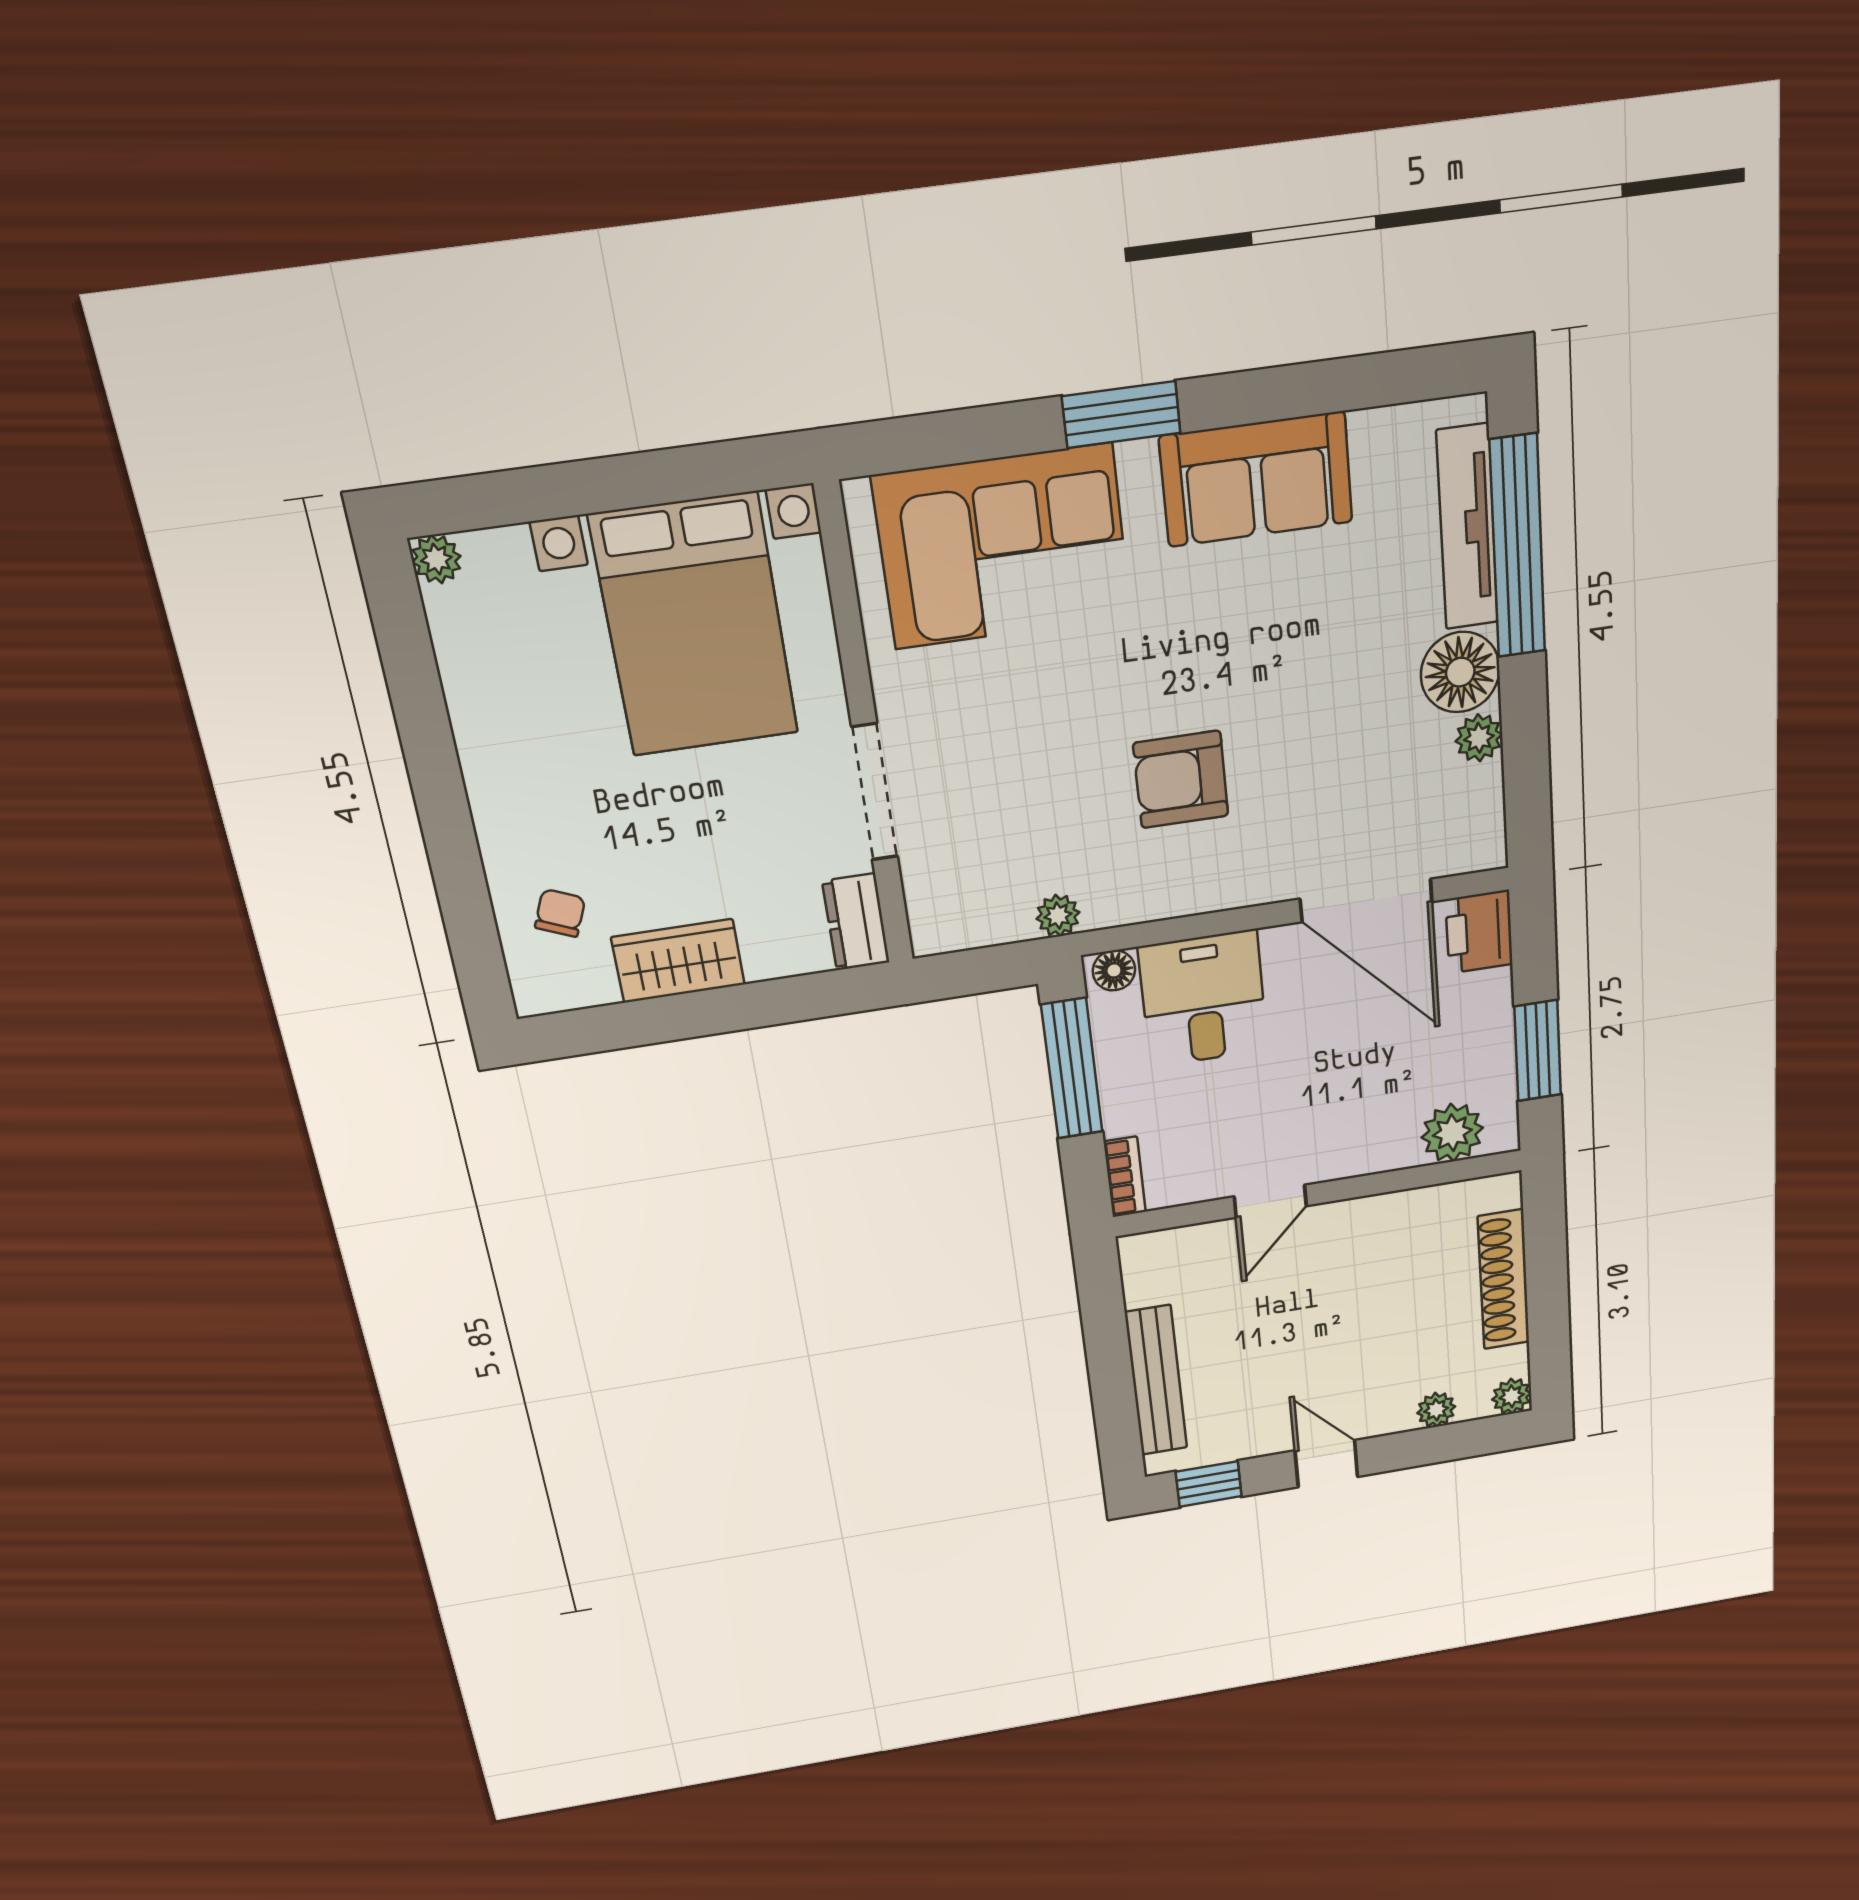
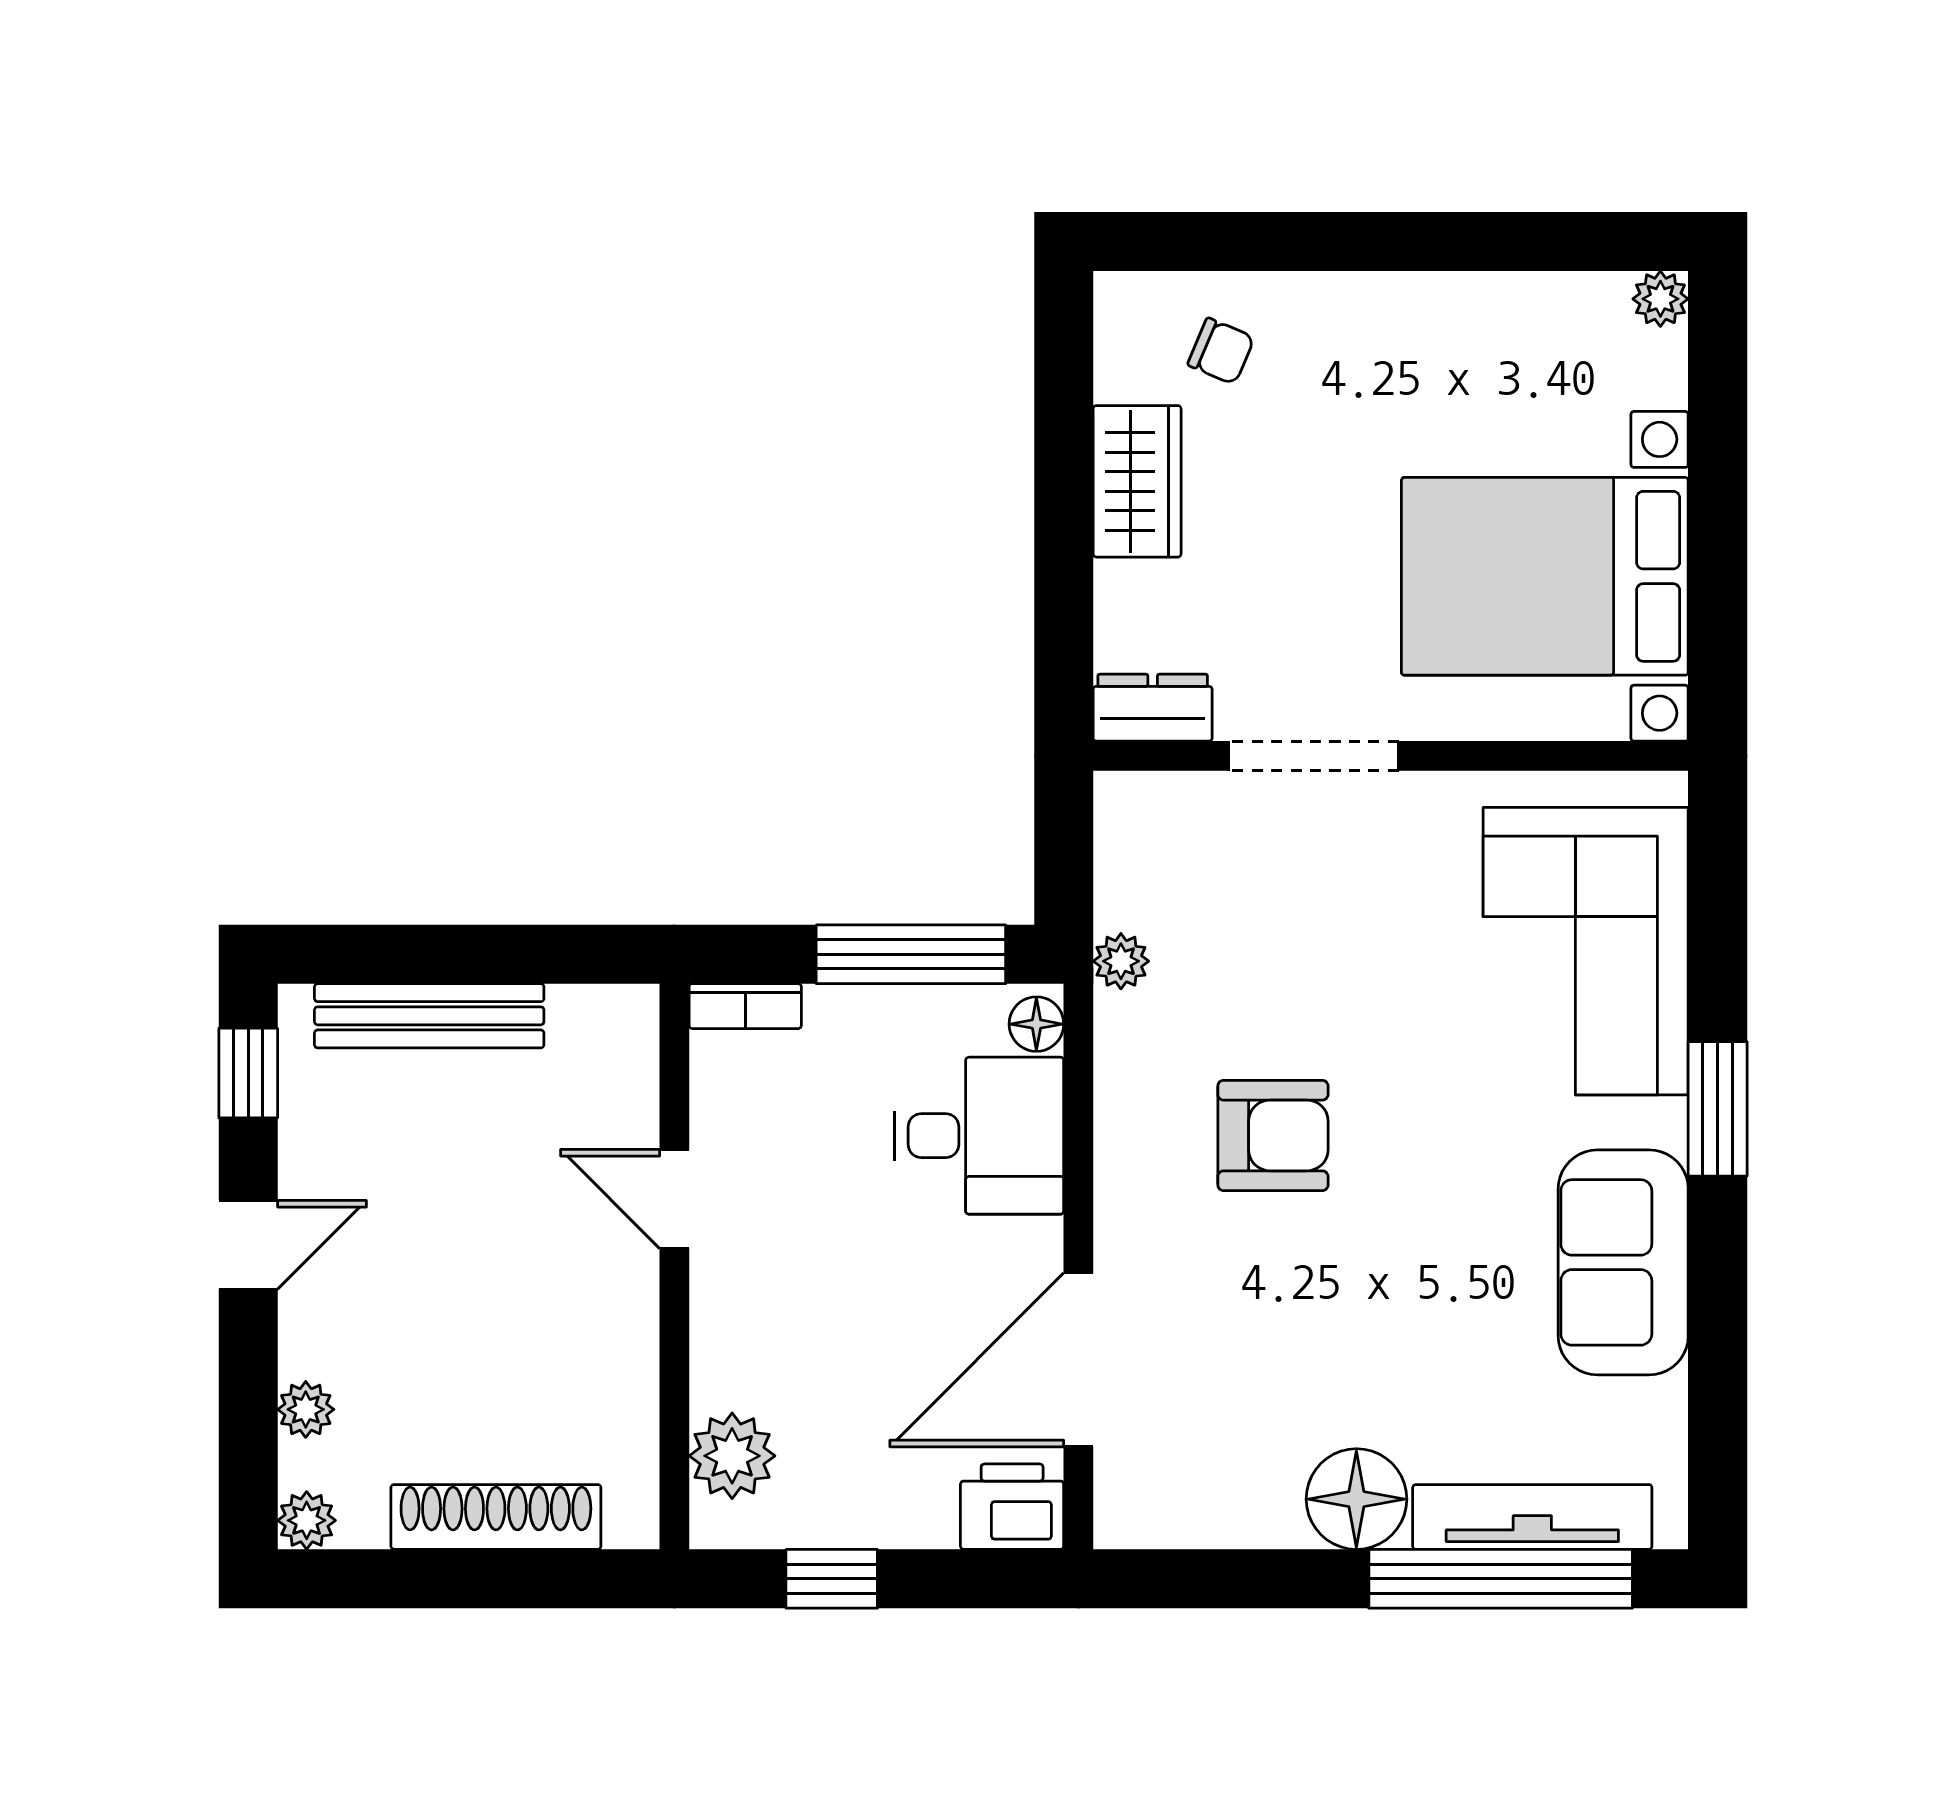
plant: (1479, 738) -> (1270, 1519), removed
armchair: (1181, 779) -> (1273, 1135), turned 90
window: (1538, 1051) -> (832, 1579), width x0.67

